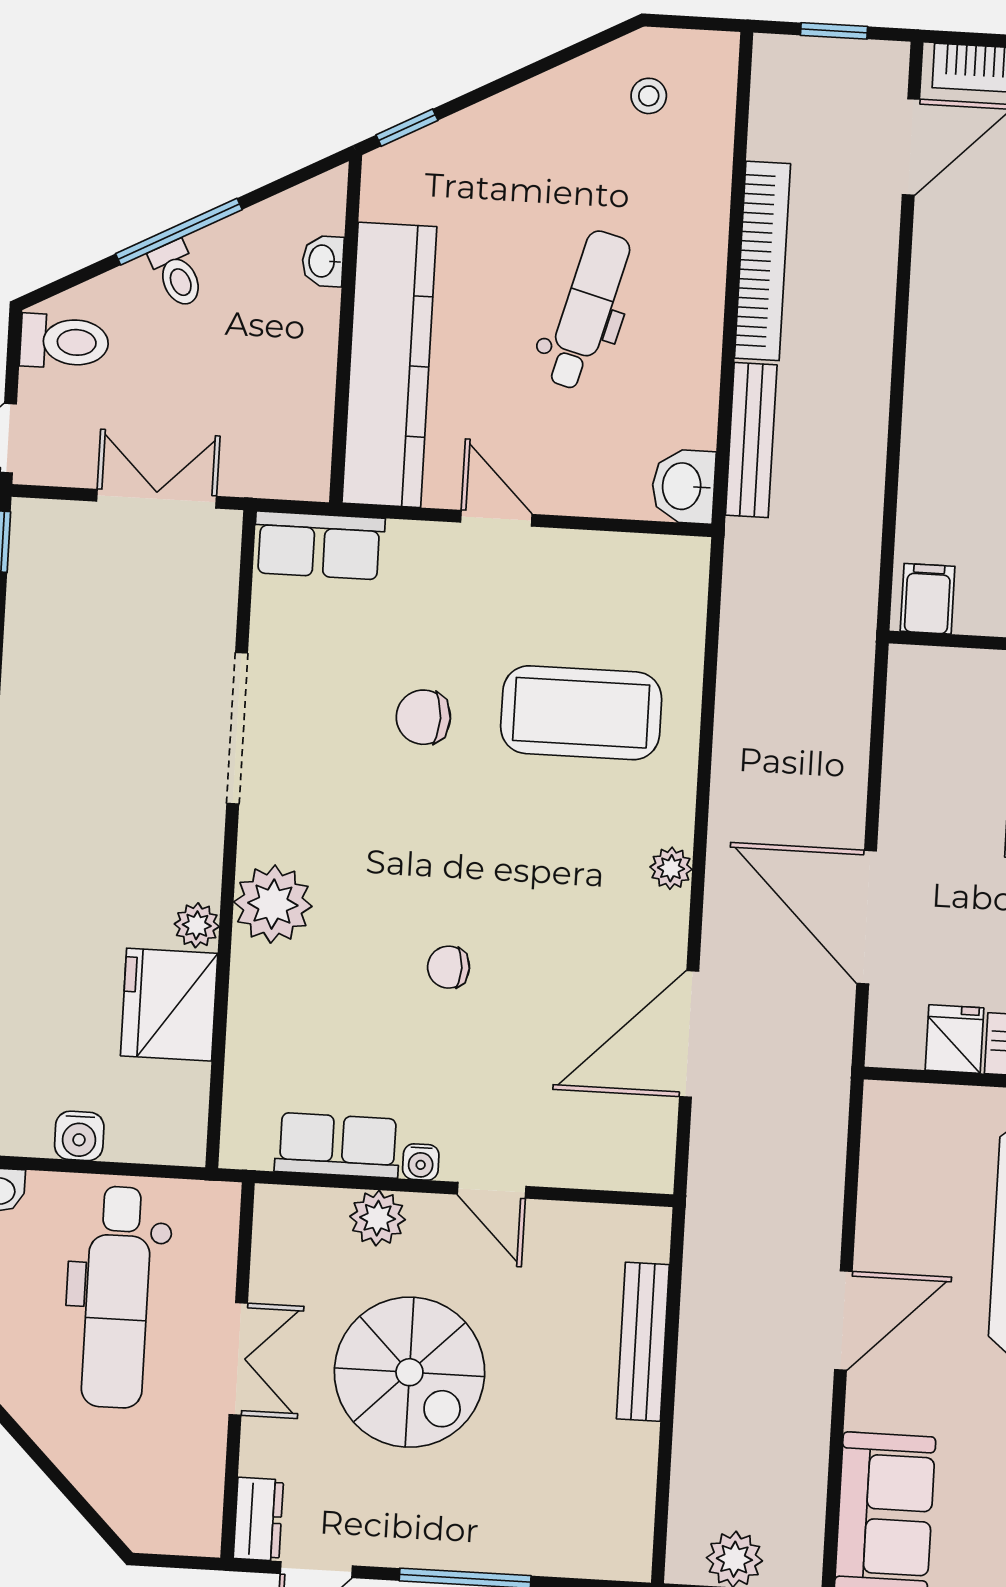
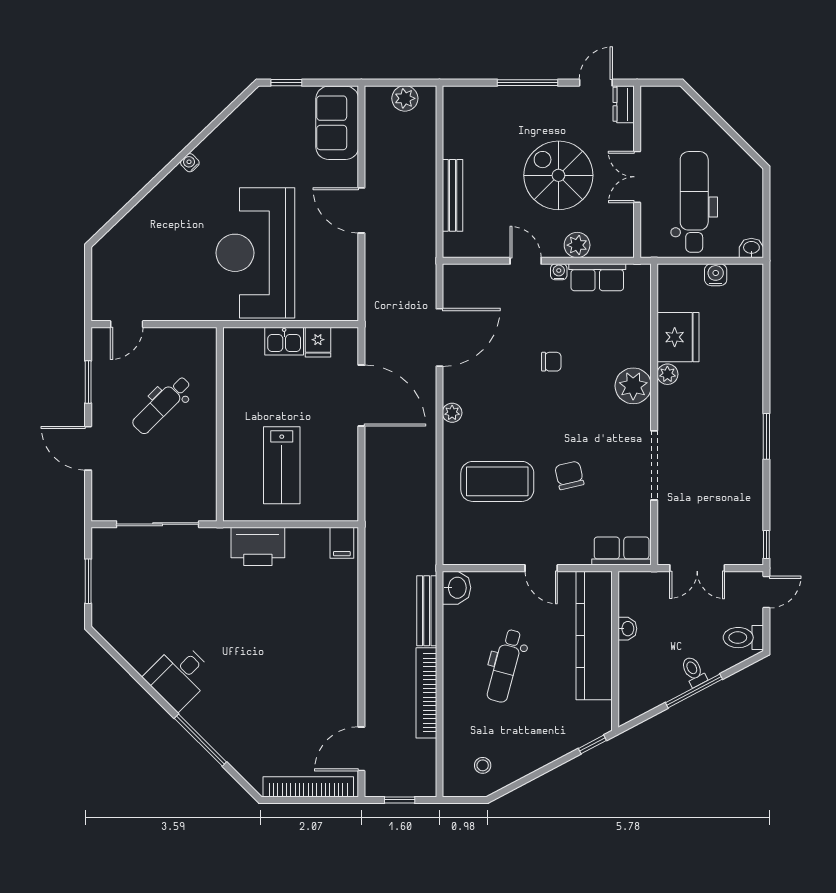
washbasin: (323, 261) -> (627, 629), moved
chair: (423, 717) -> (569, 475), turned -103
door: (843, 1320) -> (361, 210), hinge flipped

